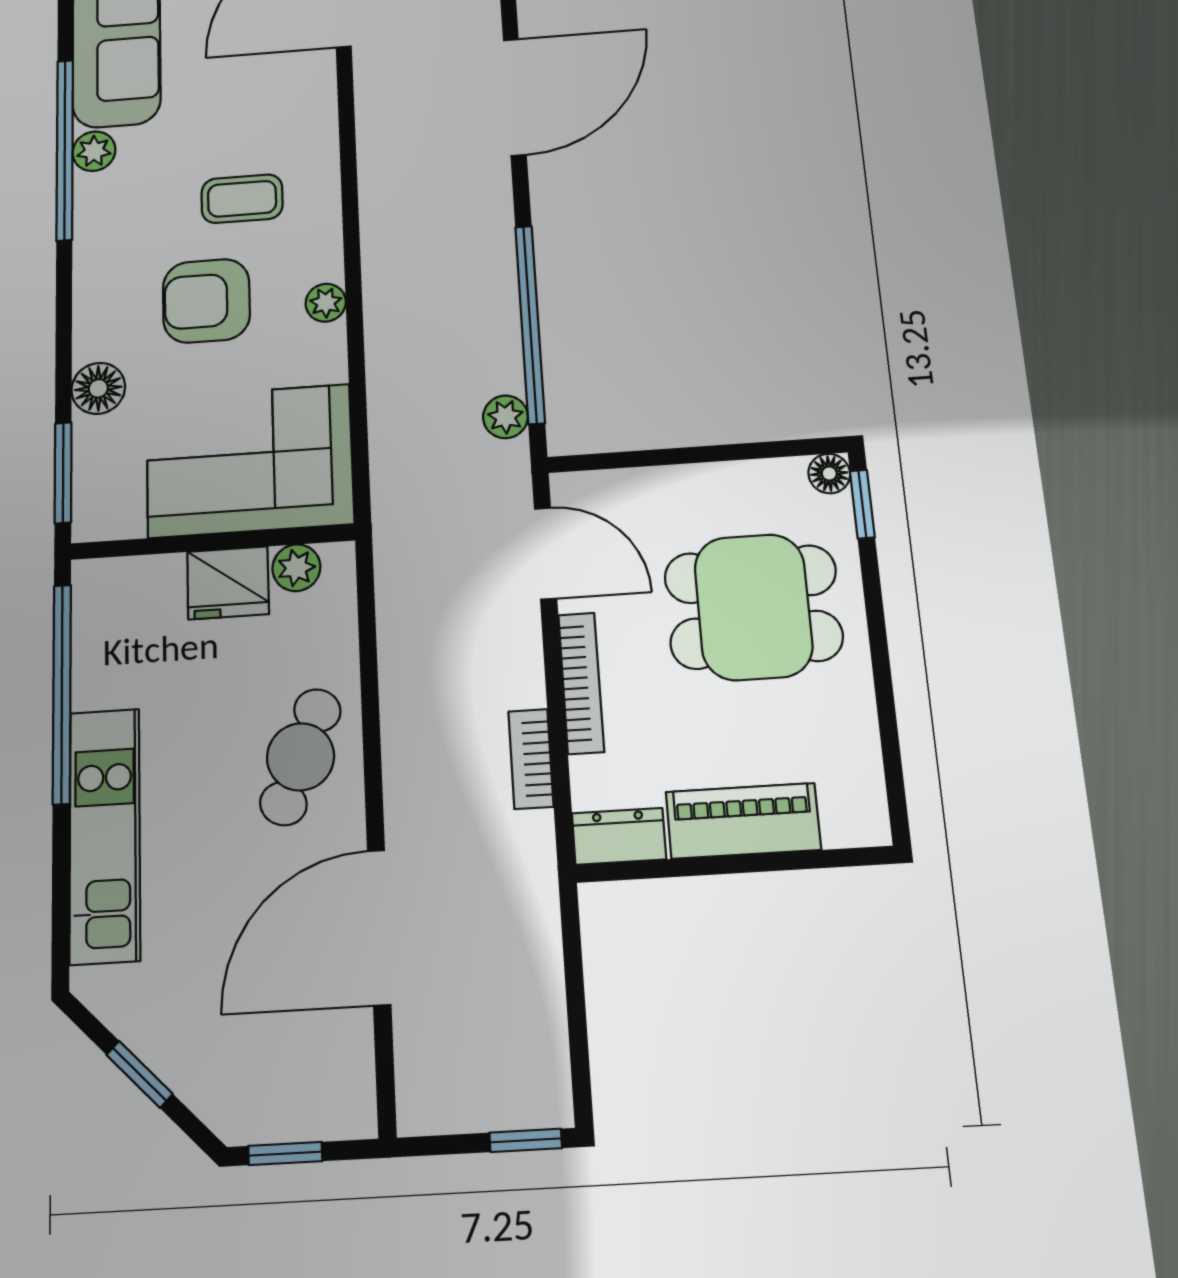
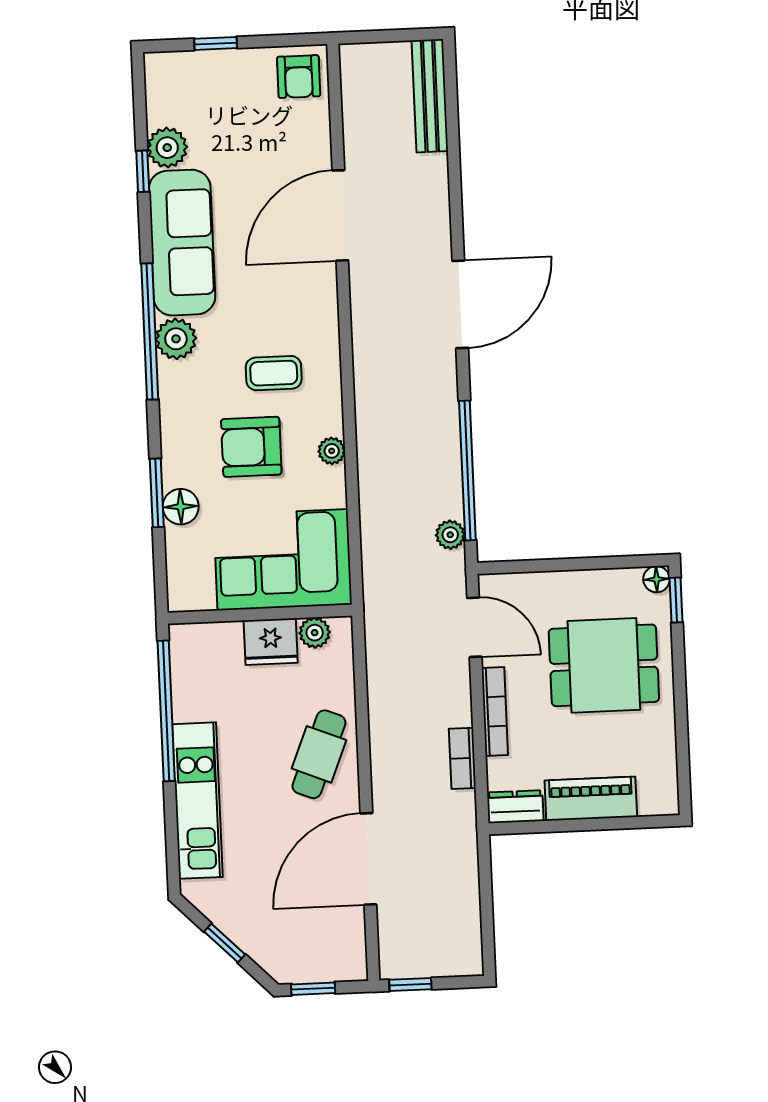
plant: (94, 151) -> (176, 339), width x1.38, depth x1.38
window: (63, 473) -> (157, 493), moved
window: (526, 1140) -> (410, 984), moved

